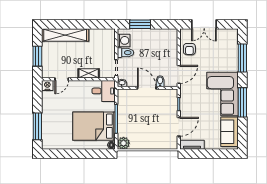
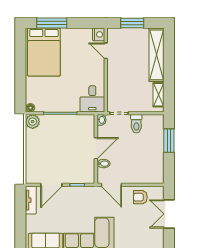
washing machine: (124, 40) -> (150, 122), removed
shelving: (89, 73) -> (158, 95), moved
bed: (94, 126) -> (44, 52), moved, turned 180
door: (179, 127) -> (51, 185), hinge flipped

